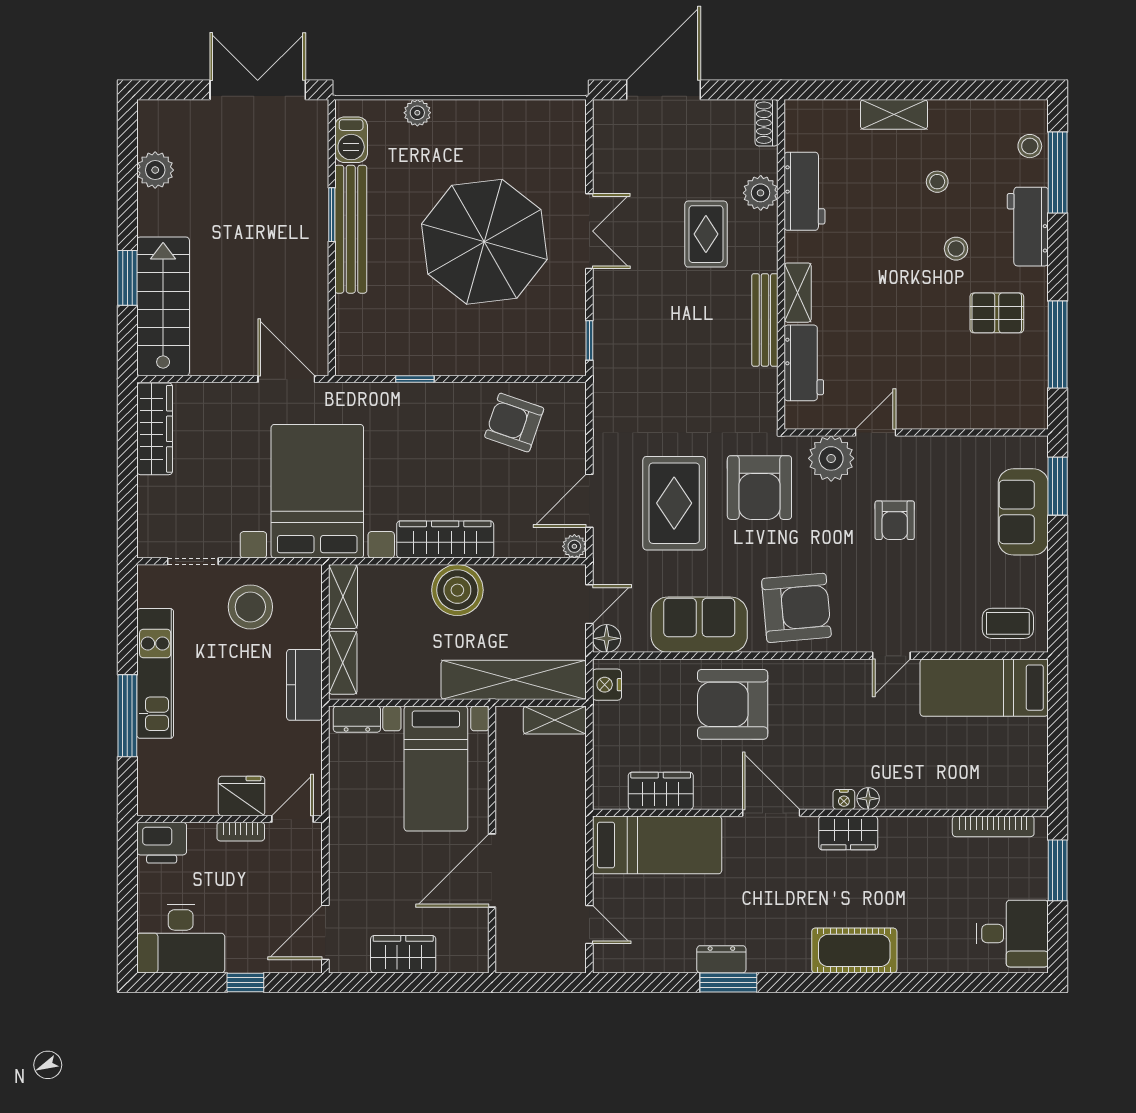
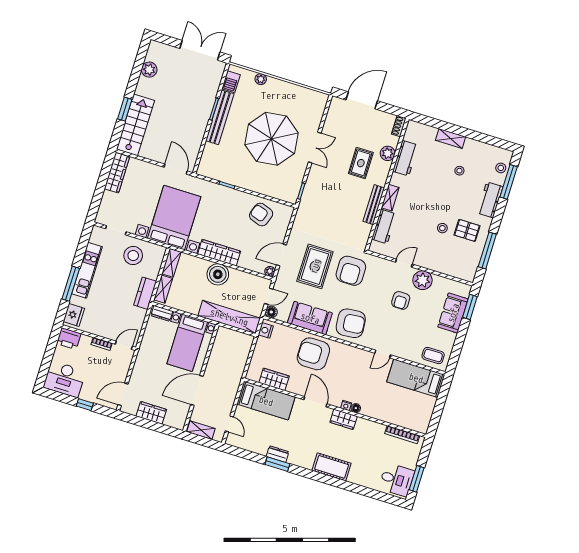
stool: (956, 249) -> (442, 228), moved
plant: (831, 458) -> (422, 280), moved
shelving: (555, 720) -> (201, 430), moved
fridge: (241, 796) -> (74, 315), moved, turned 90
window: (1058, 870) -> (417, 479), moved

